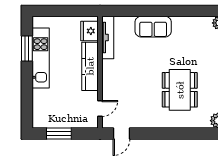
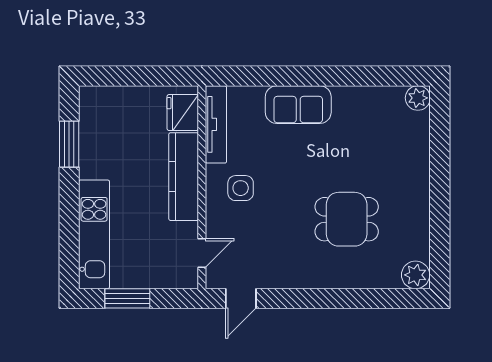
kitchen unit: (41, 58) -> (94, 234), moved
side table: (121, 73) -> (241, 188), added
dining table: (180, 90) -> (347, 219), width x0.73

